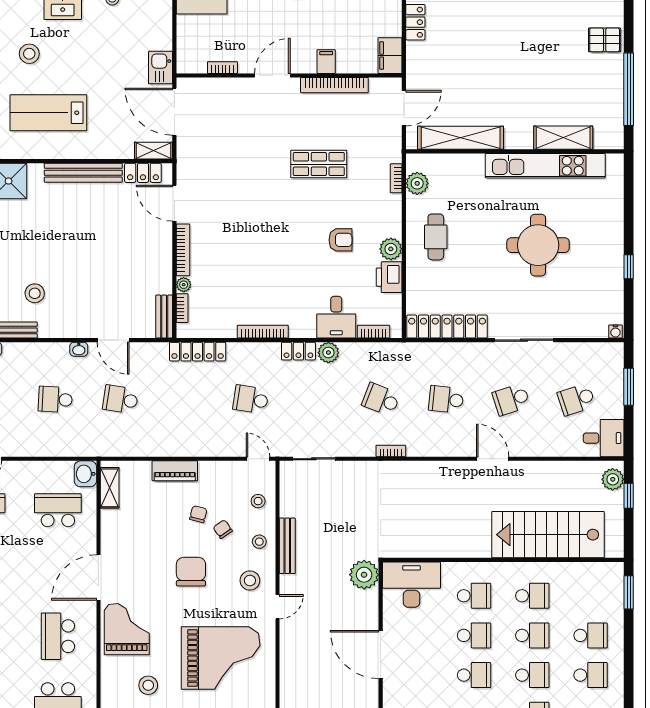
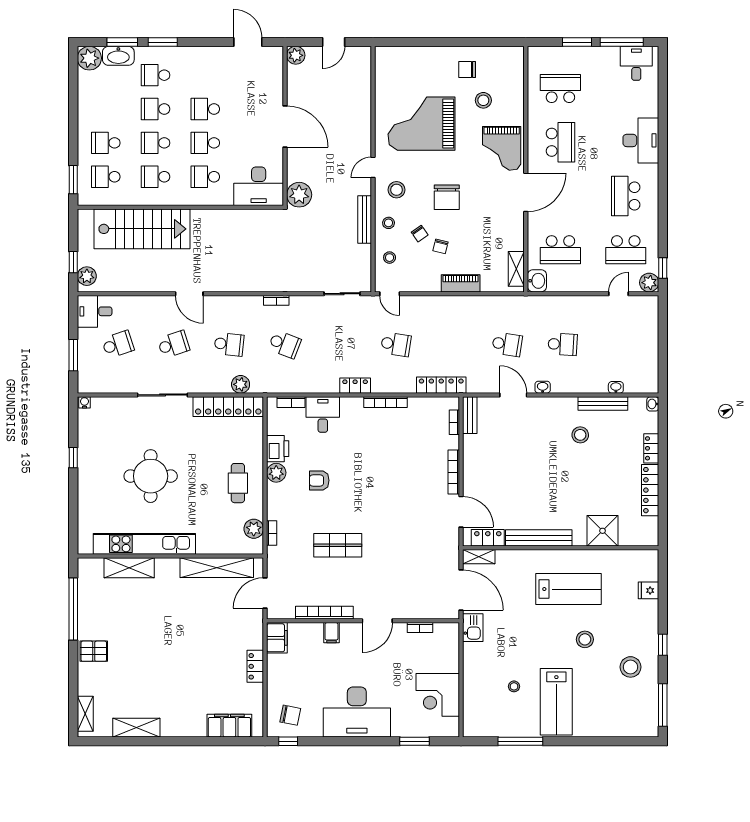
plant: (184, 285) -> (453, 442), removed
plant: (328, 353) -> (241, 384), moved
school desk: (591, 675) -> (106, 177), moved

